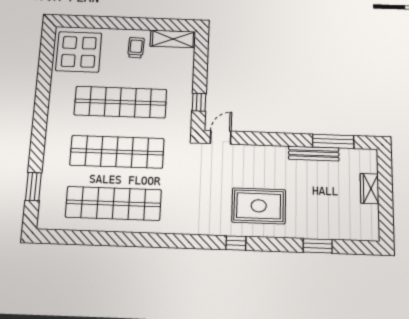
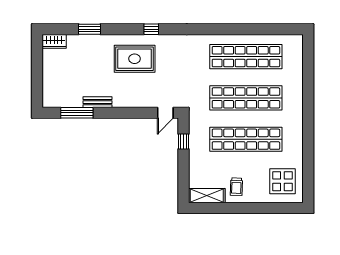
display table: (79, 52) -> (282, 181), width x0.73, depth x0.73
bench: (314, 154) -> (97, 102), width x0.73
window: (33, 187) -> (308, 68), removed
wardrobe: (370, 189) -> (54, 41), moved, turned 90

